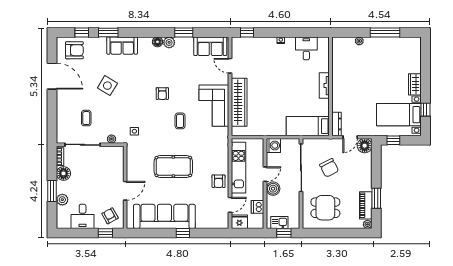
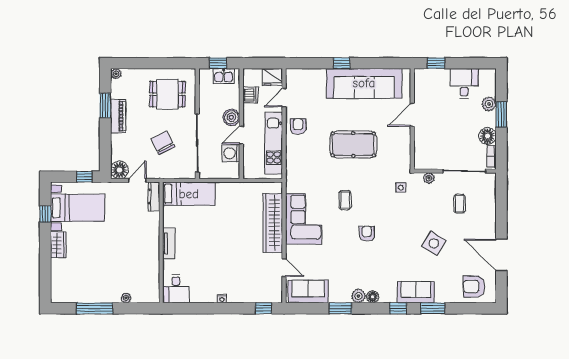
window: (82, 32) -> (398, 308), moved
desk: (306, 48) -> (176, 289), moved
washing machine: (273, 145) -> (231, 153), moved
piano: (366, 205) -> (118, 116), moved
armchair: (110, 216) -> (431, 84), removed

